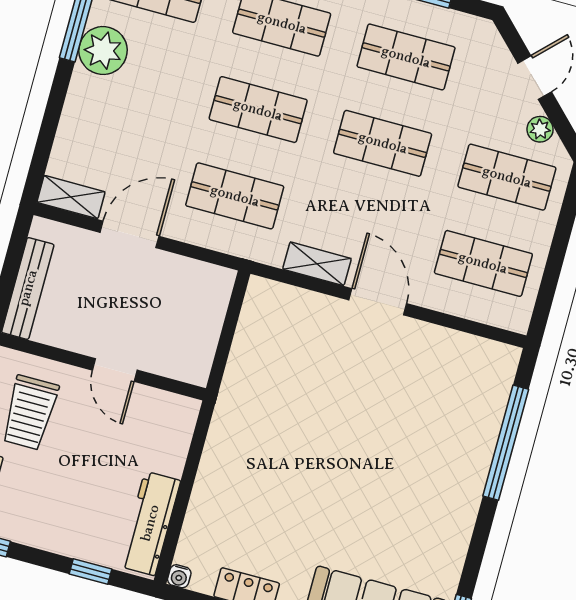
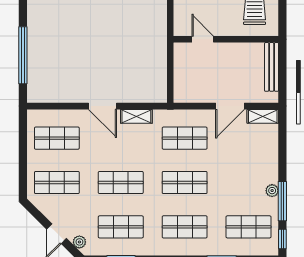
plant: (103, 51) -> (272, 191), width x0.53, depth x0.53
plant: (540, 129) -> (79, 242), moved
door: (115, 370) -> (203, 39), moved

